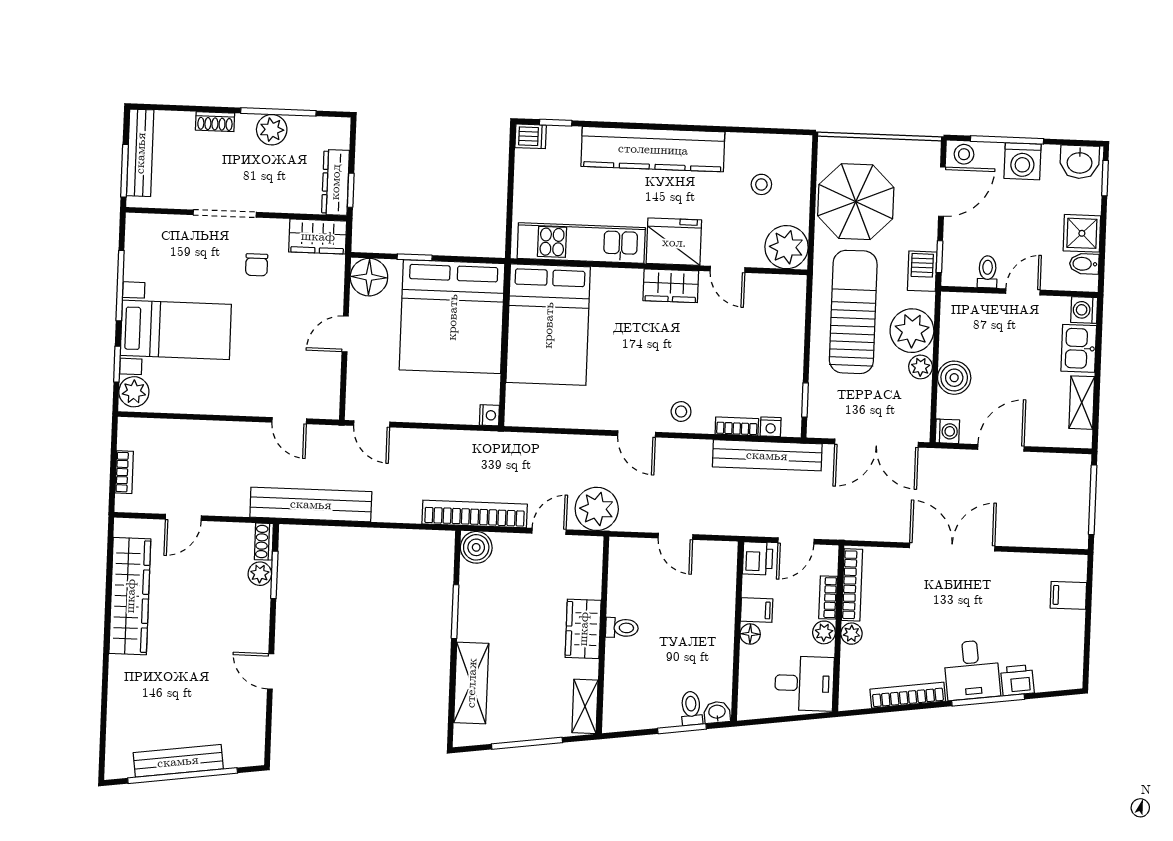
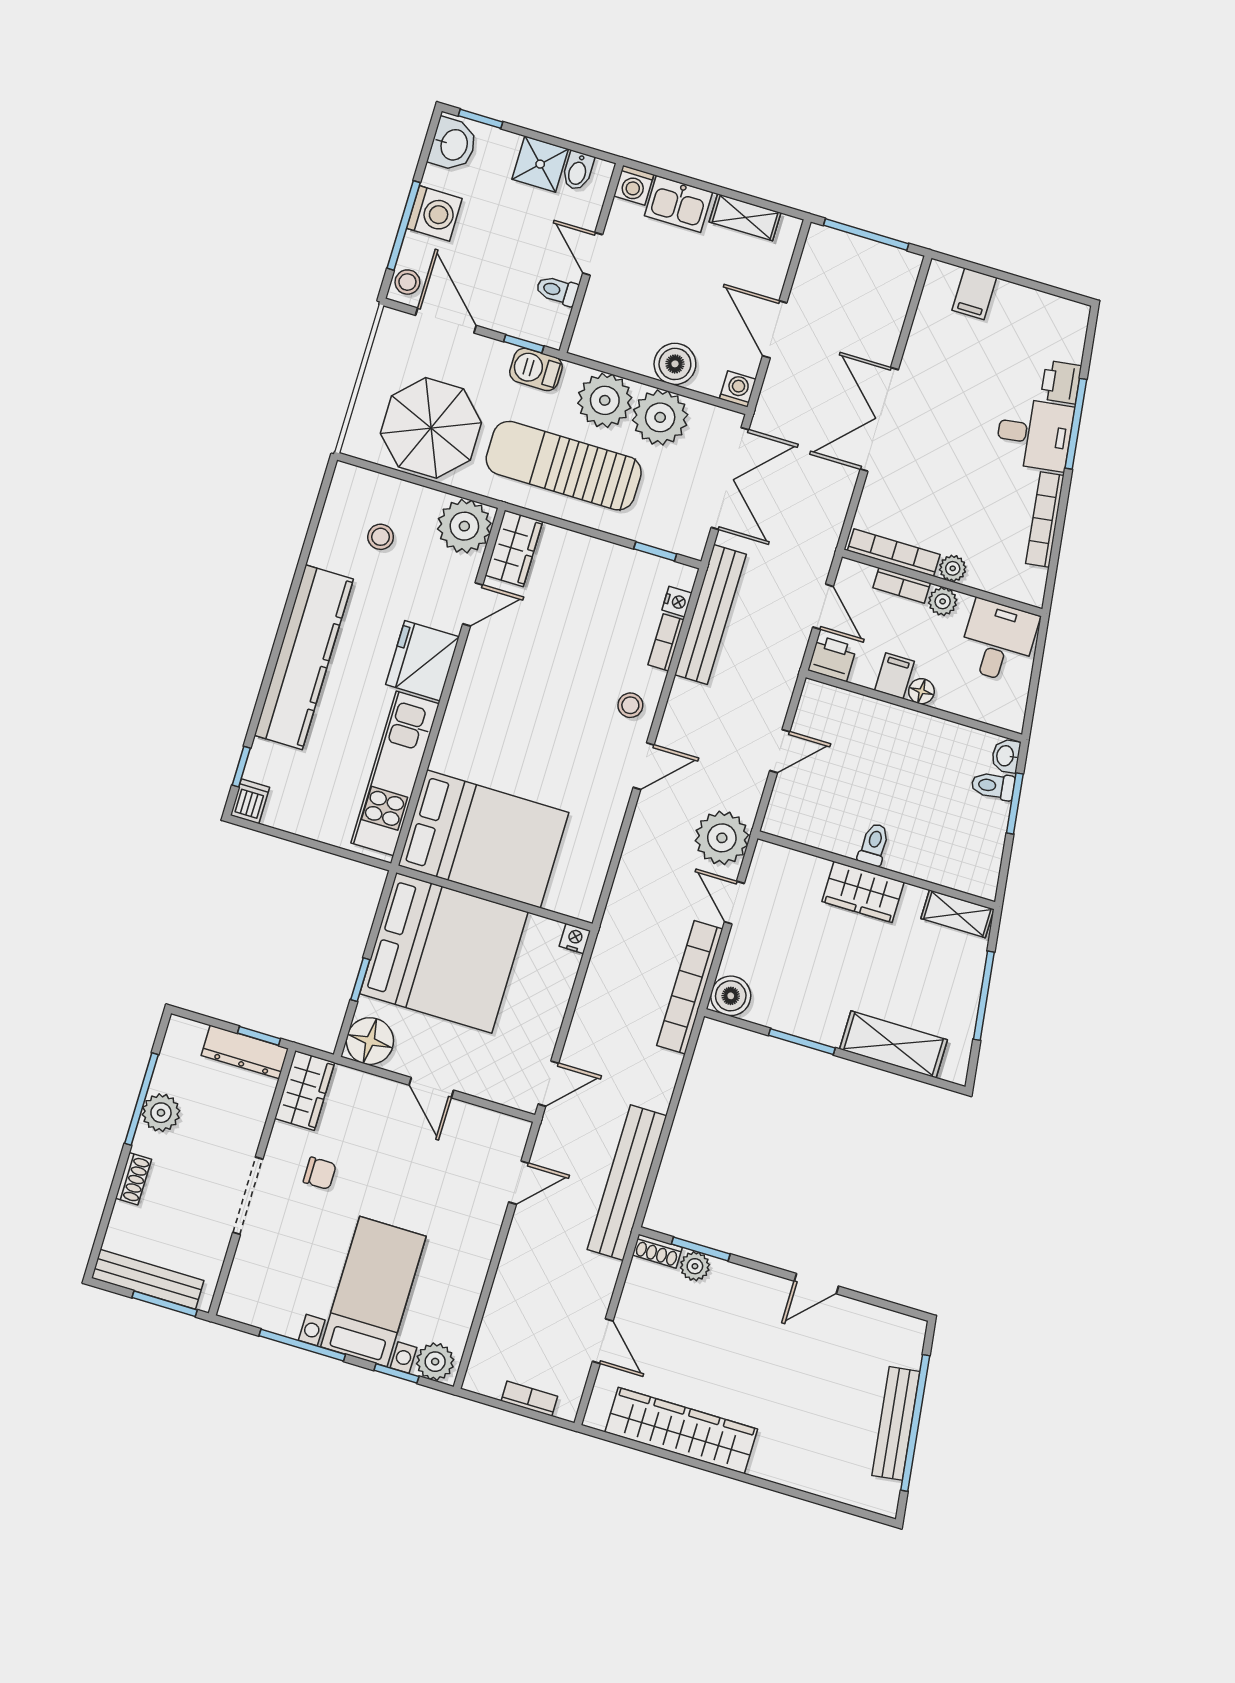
wardrobe: (671, 286) -> (514, 548), moved
plant: (921, 367) -> (660, 417), width x1.88, depth x1.88

